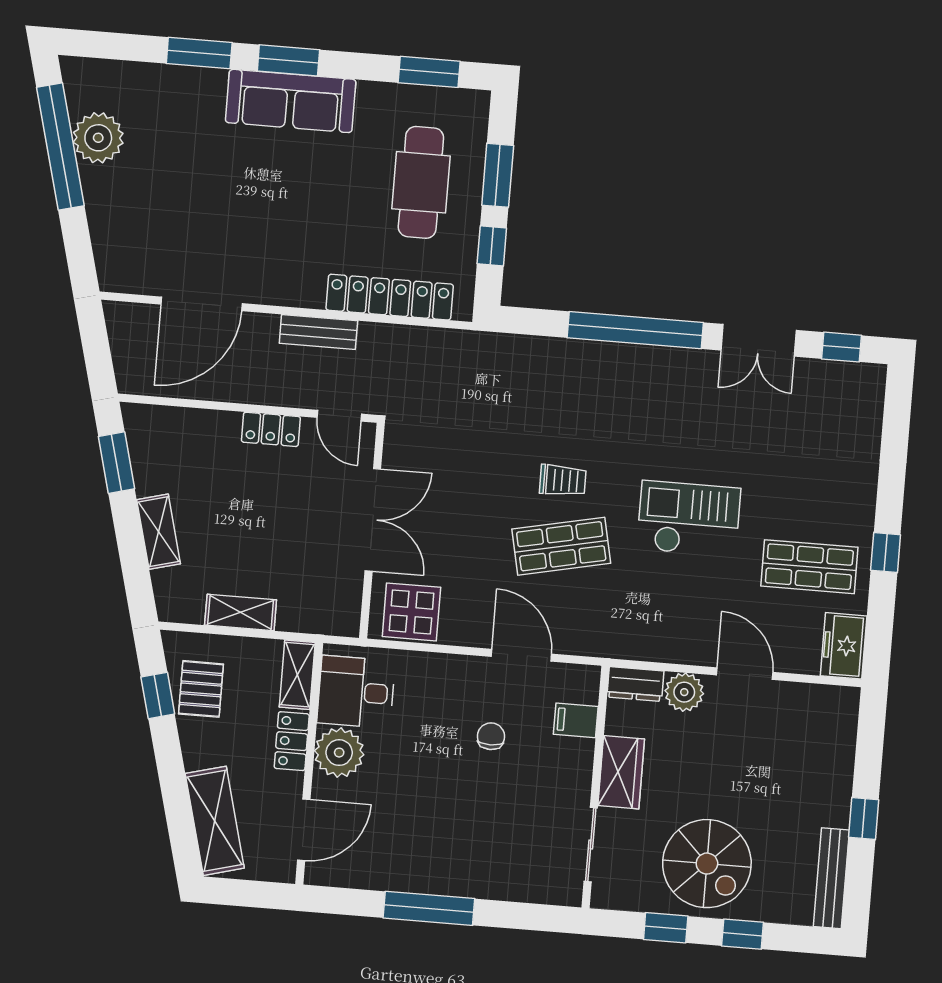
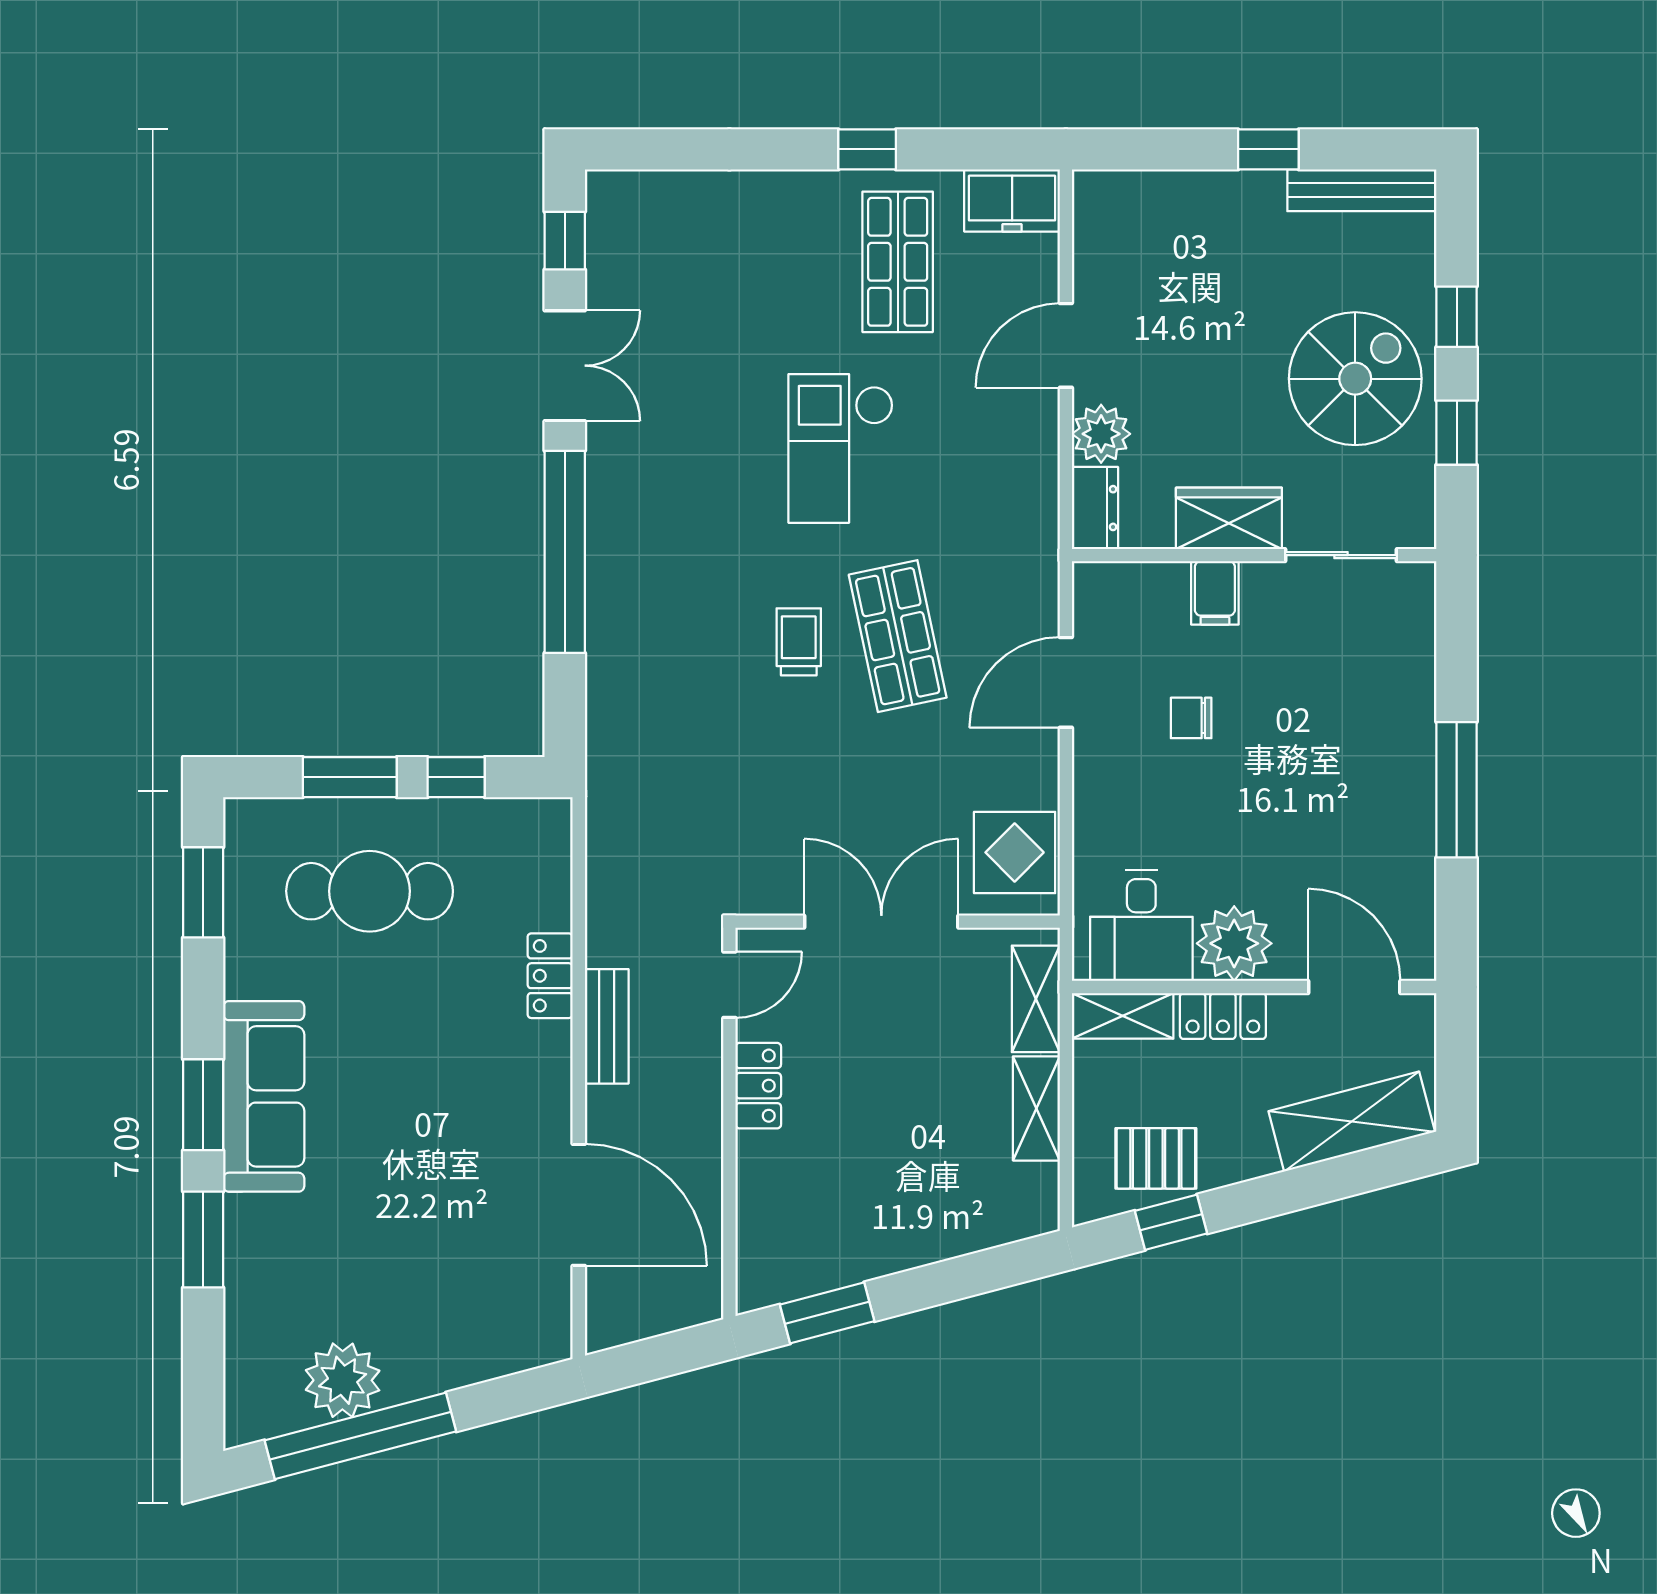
locker: (390, 297) -> (550, 976), width x0.46, depth x0.83
shelving: (159, 532) -> (1036, 999), moved, turned -75
filing cabinet: (576, 720) -> (1215, 593), moved

